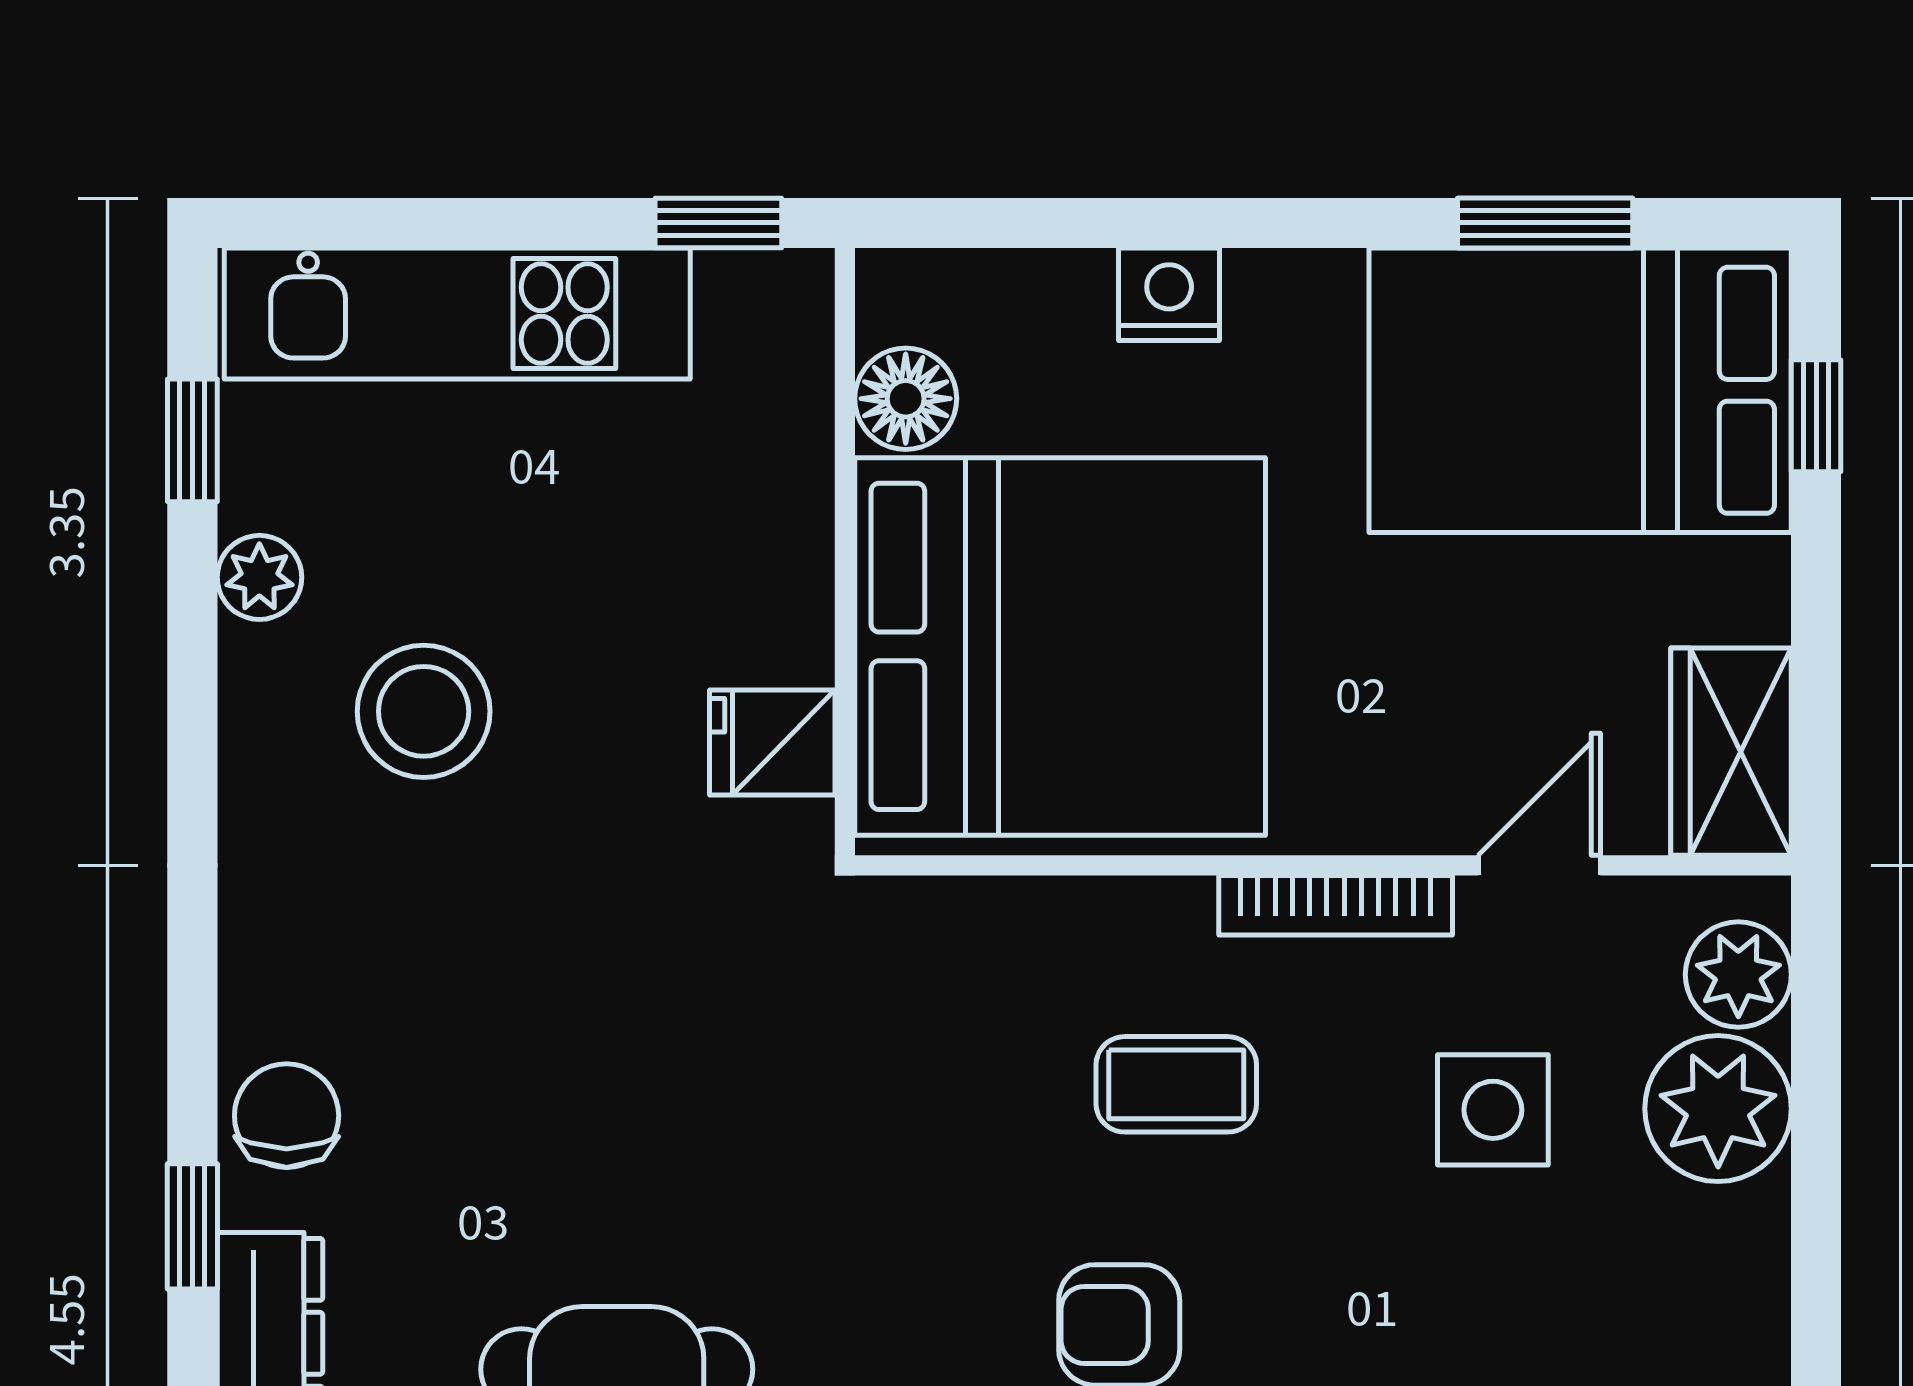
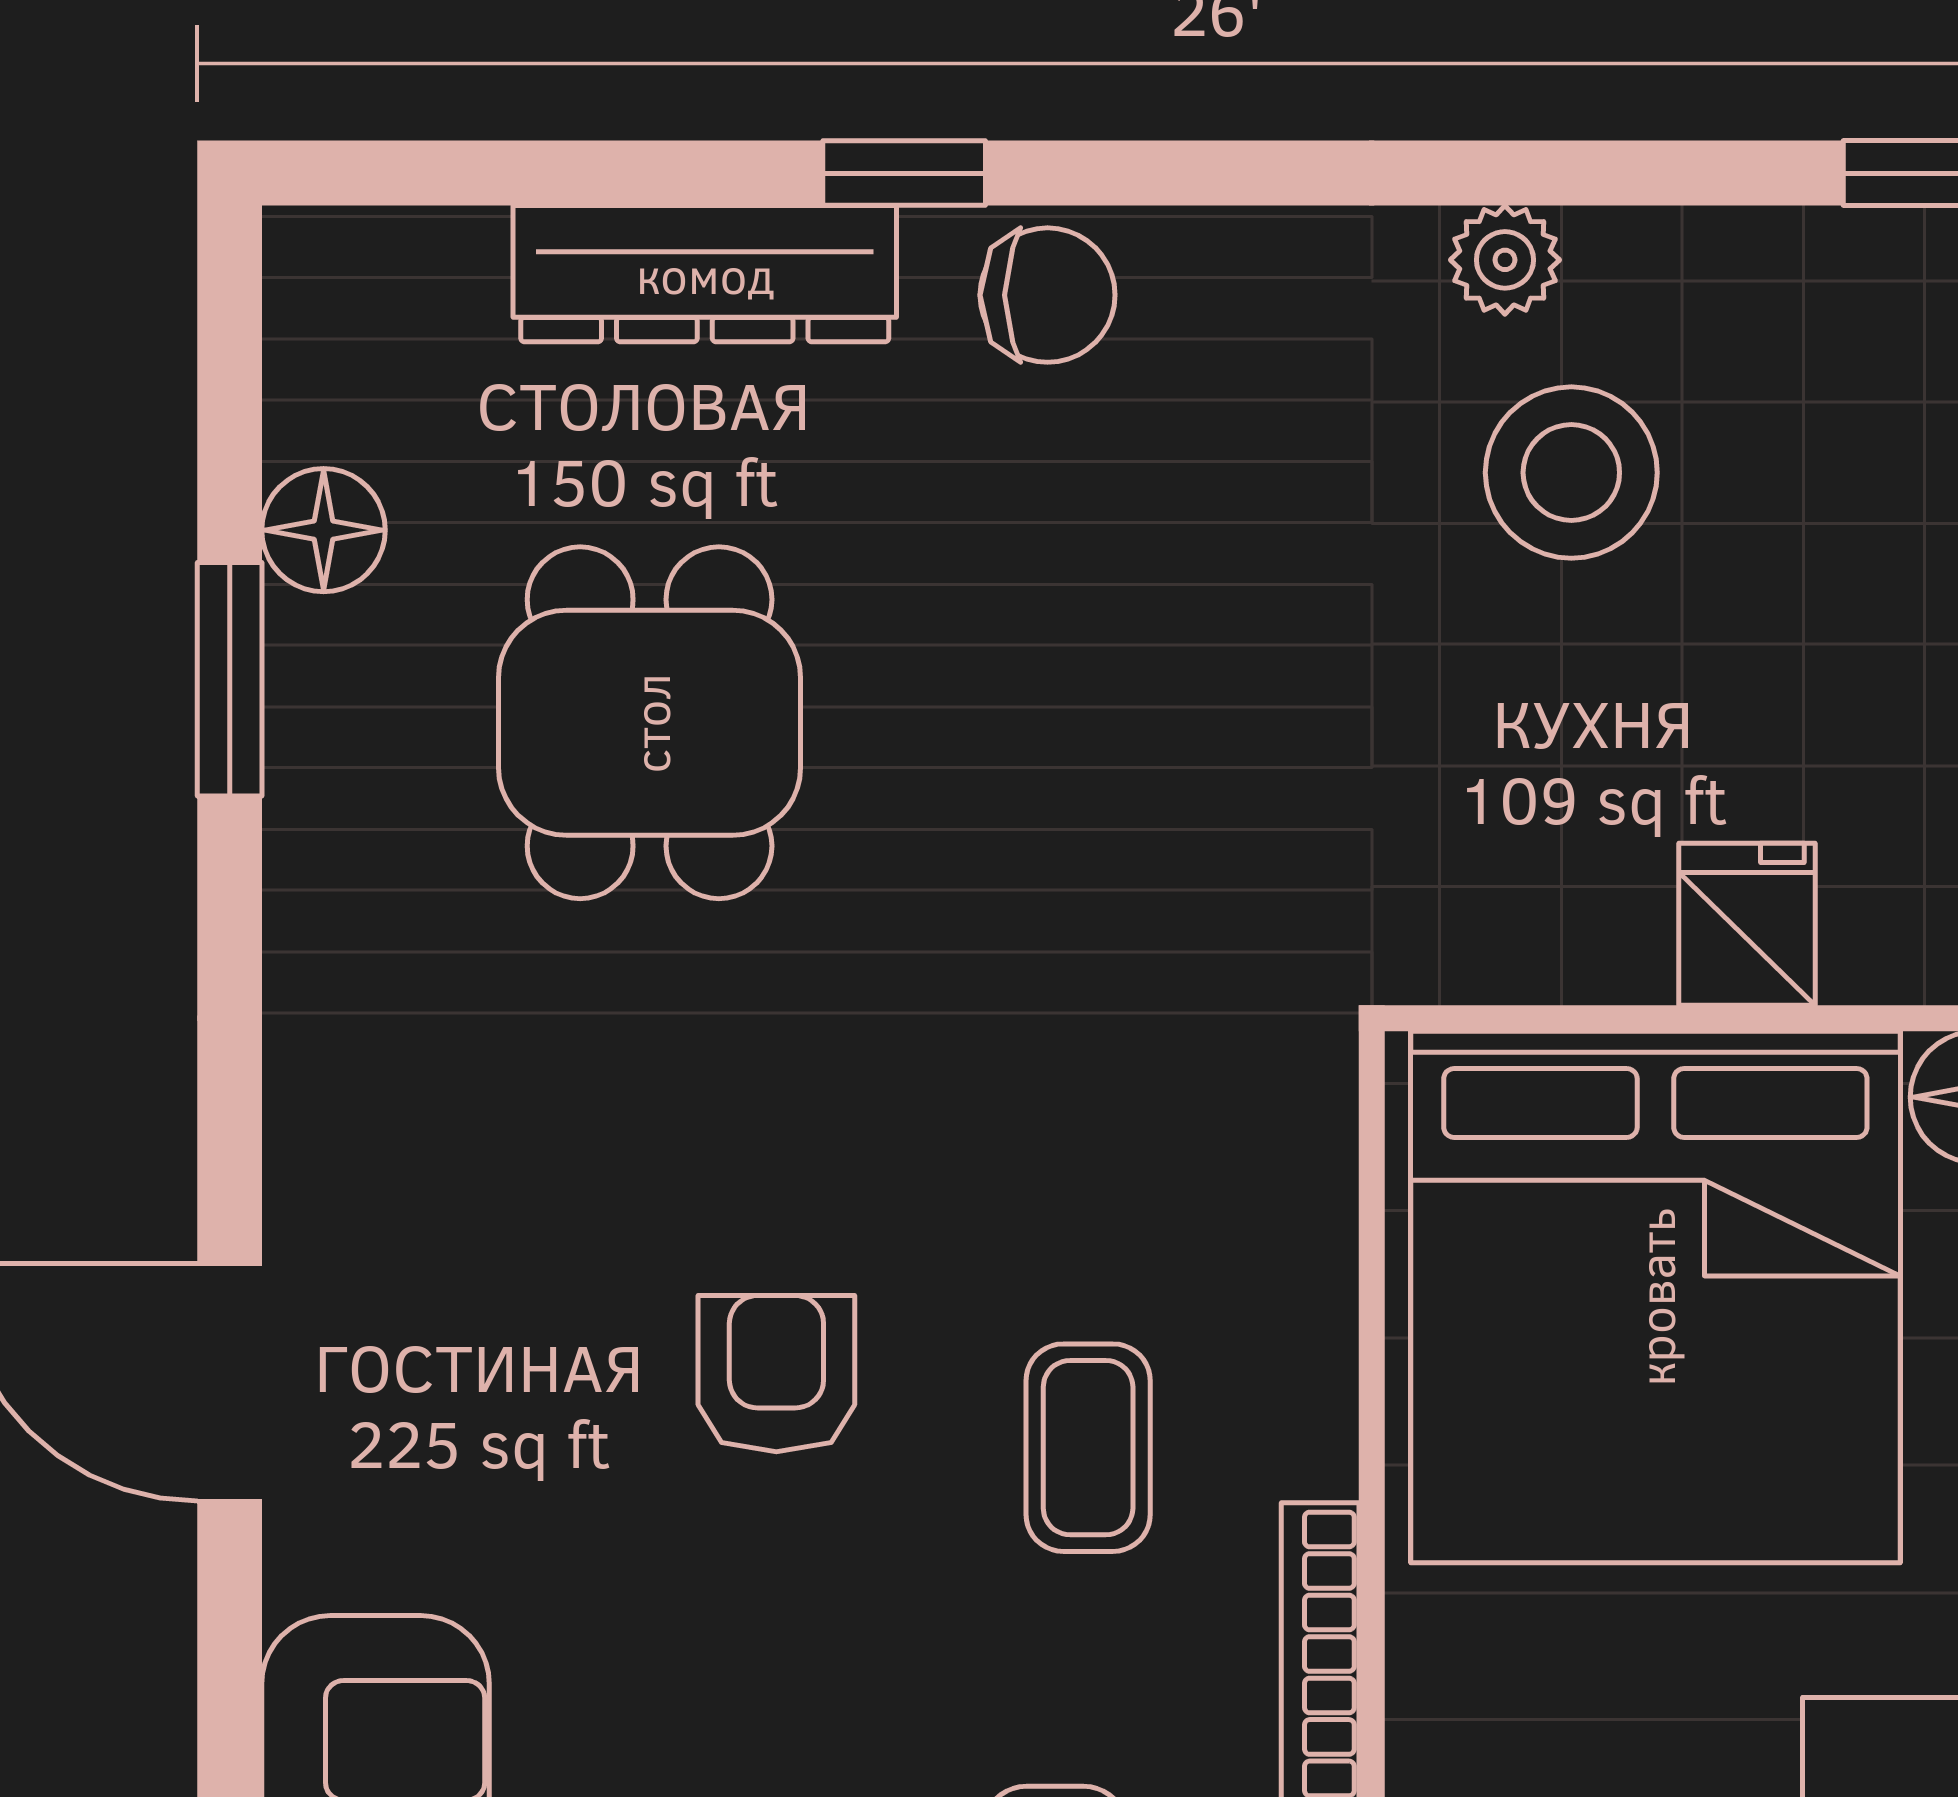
plant: (259, 577) -> (1505, 260), moved
fridge: (772, 743) -> (1747, 924), moved

